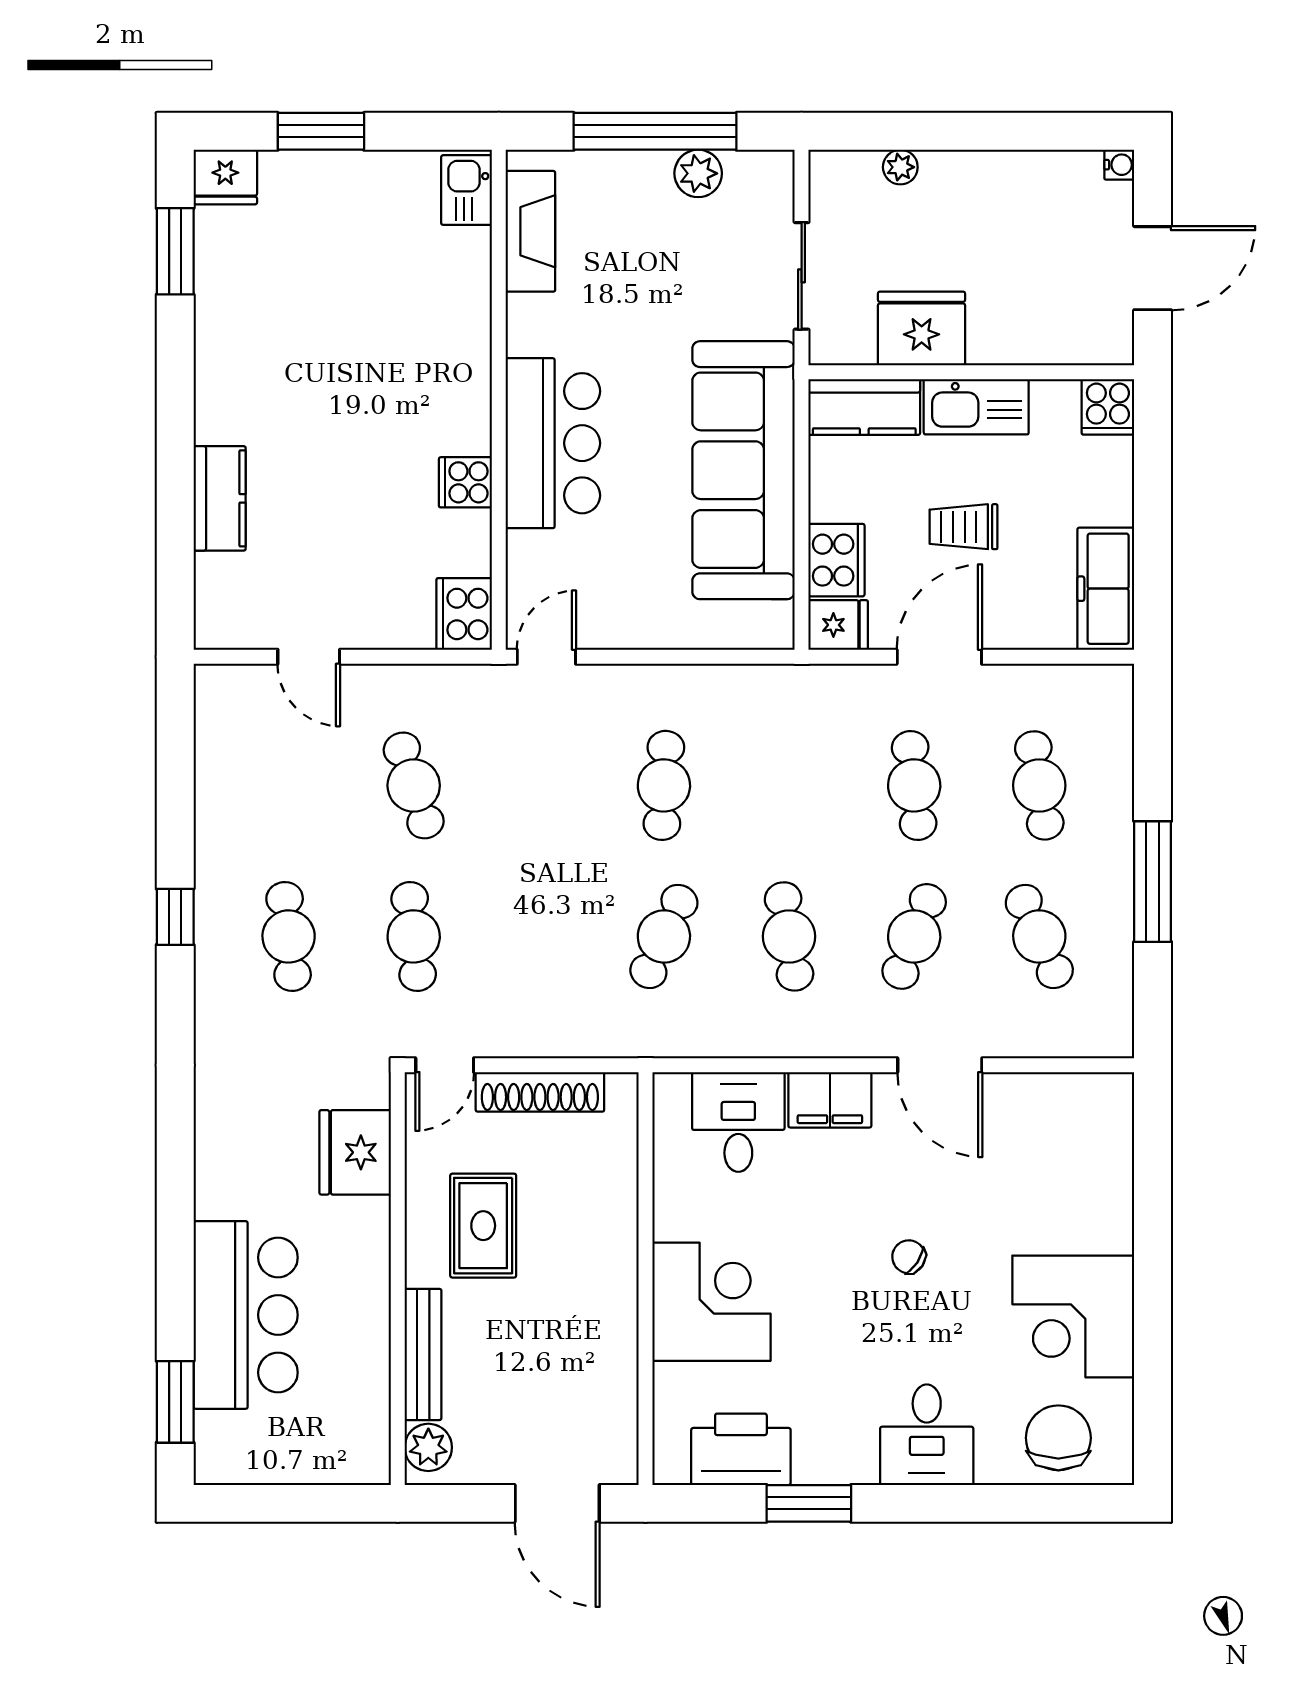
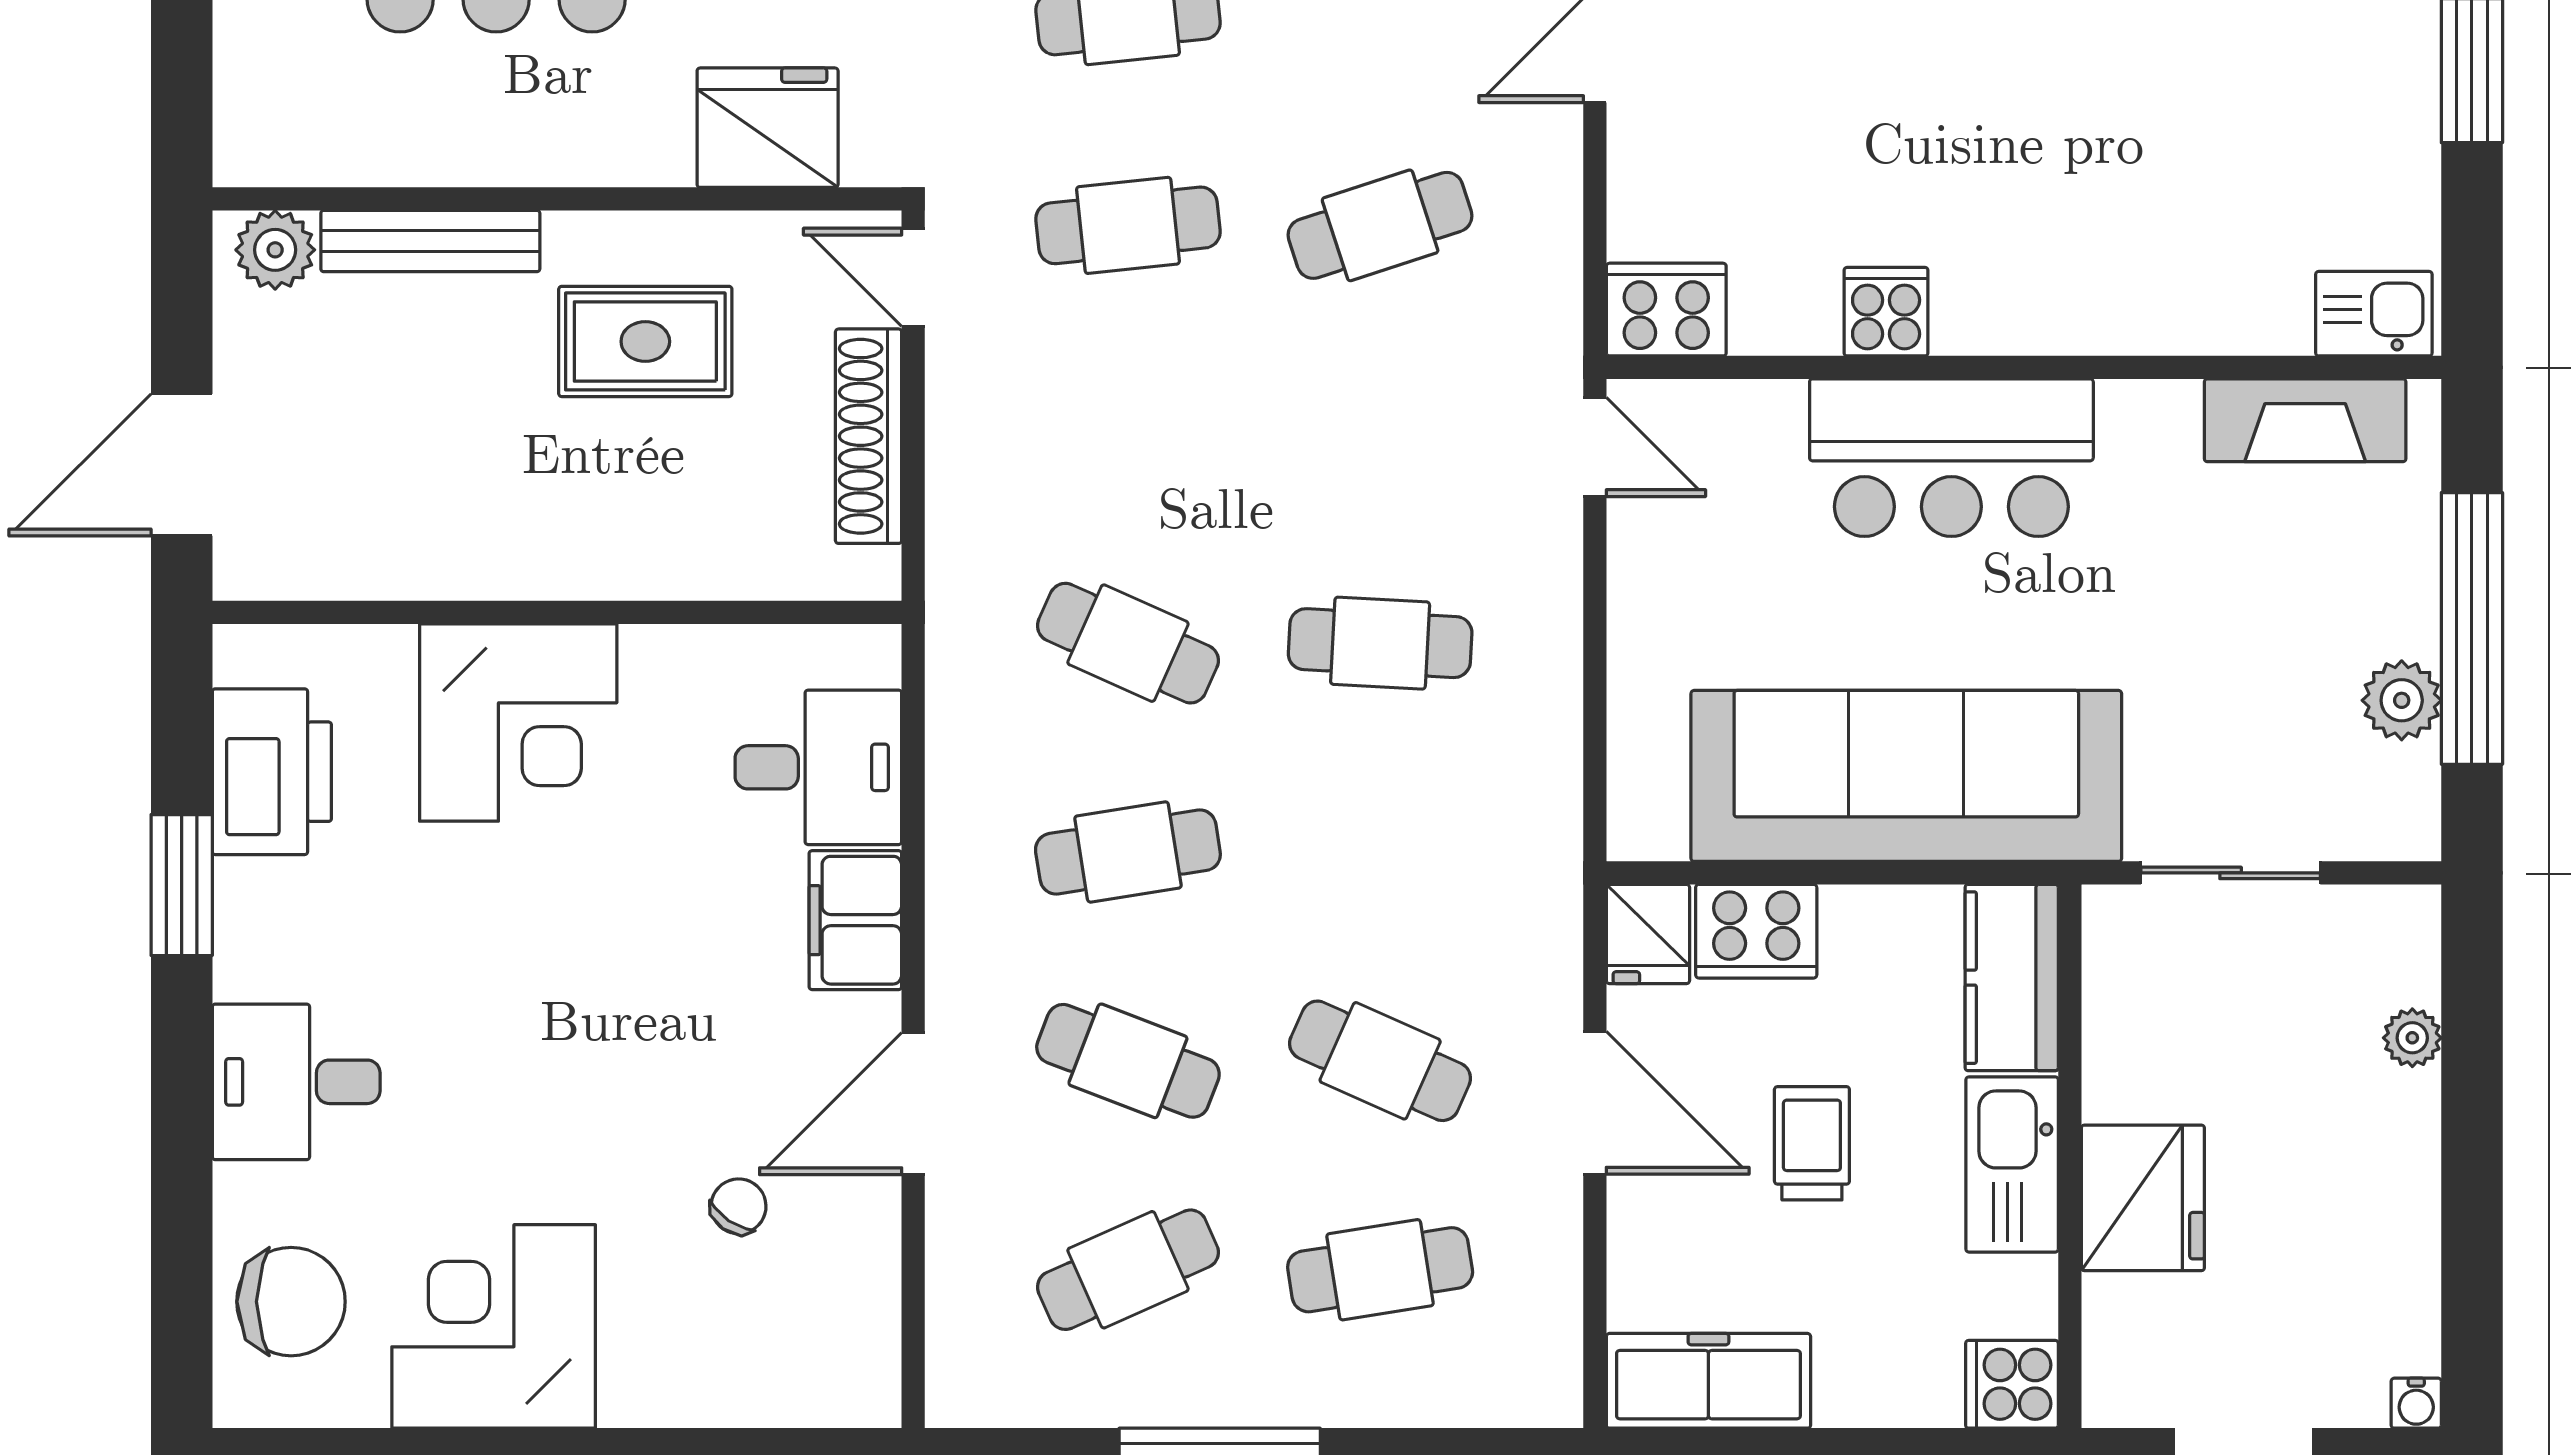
fridge: (922, 328) -> (2143, 1198), moved
cafe table: (914, 785) -> (1380, 1061), turned 30
chair: (909, 1257) -> (739, 1206), moved

